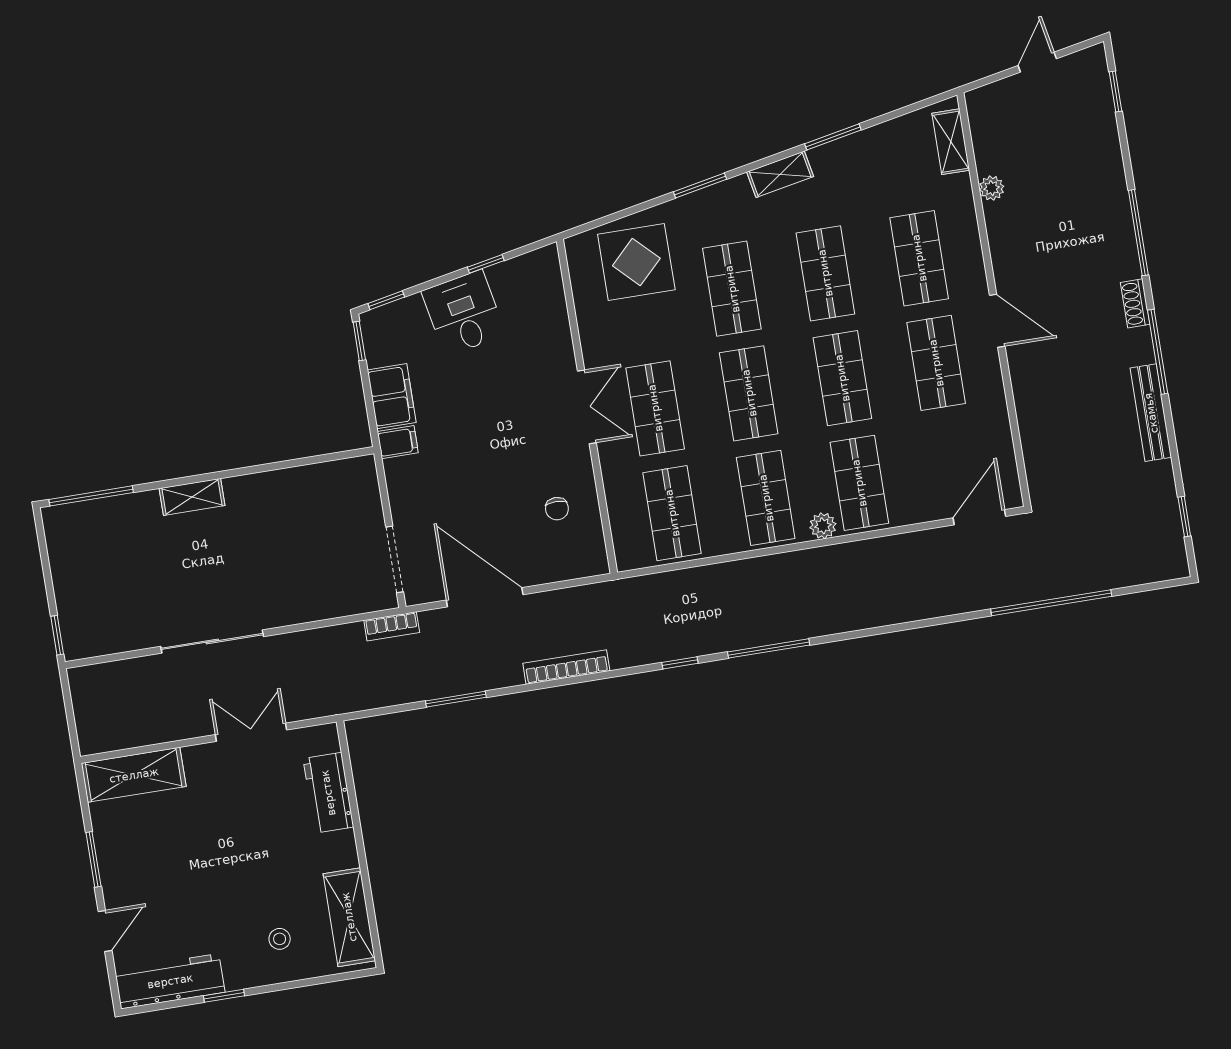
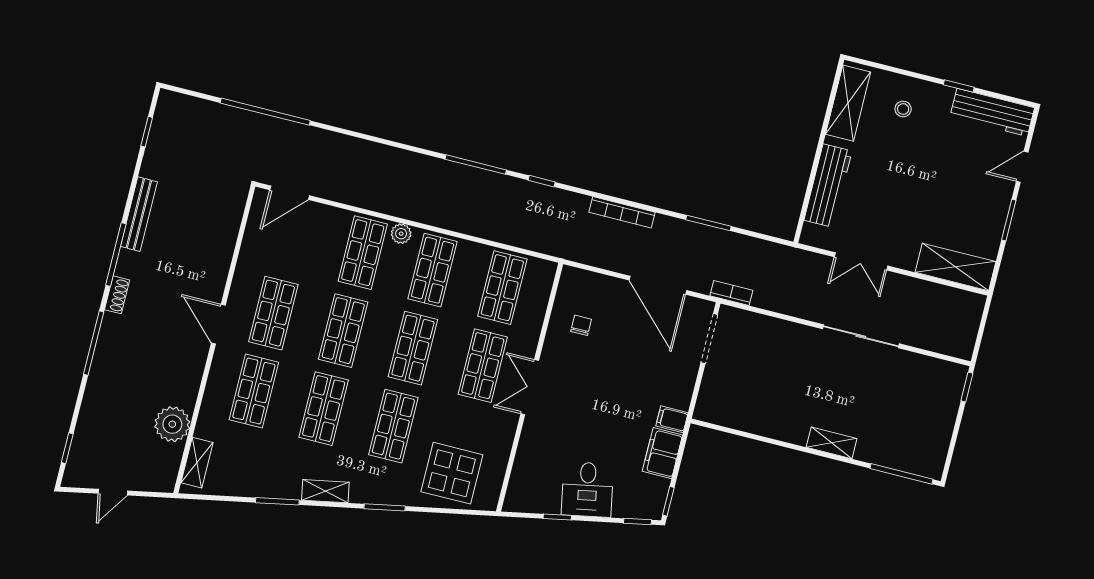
plant: (992, 188) -> (172, 424), width x1.87, depth x1.87
workbench: (328, 793) -> (828, 186), width x1.38

